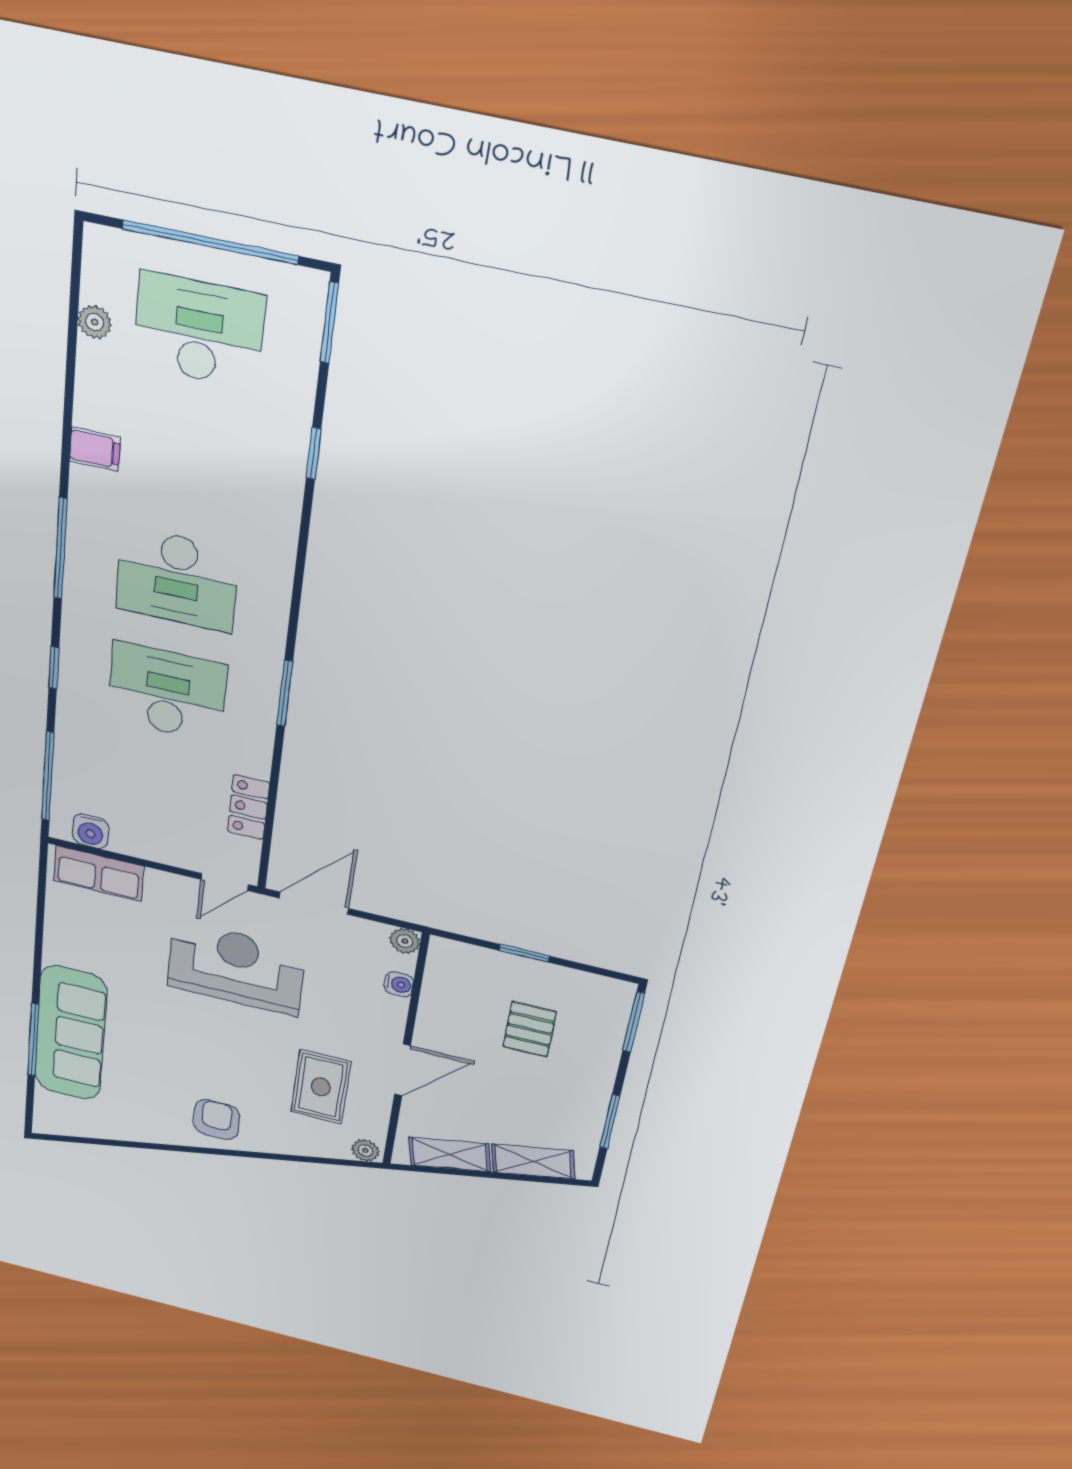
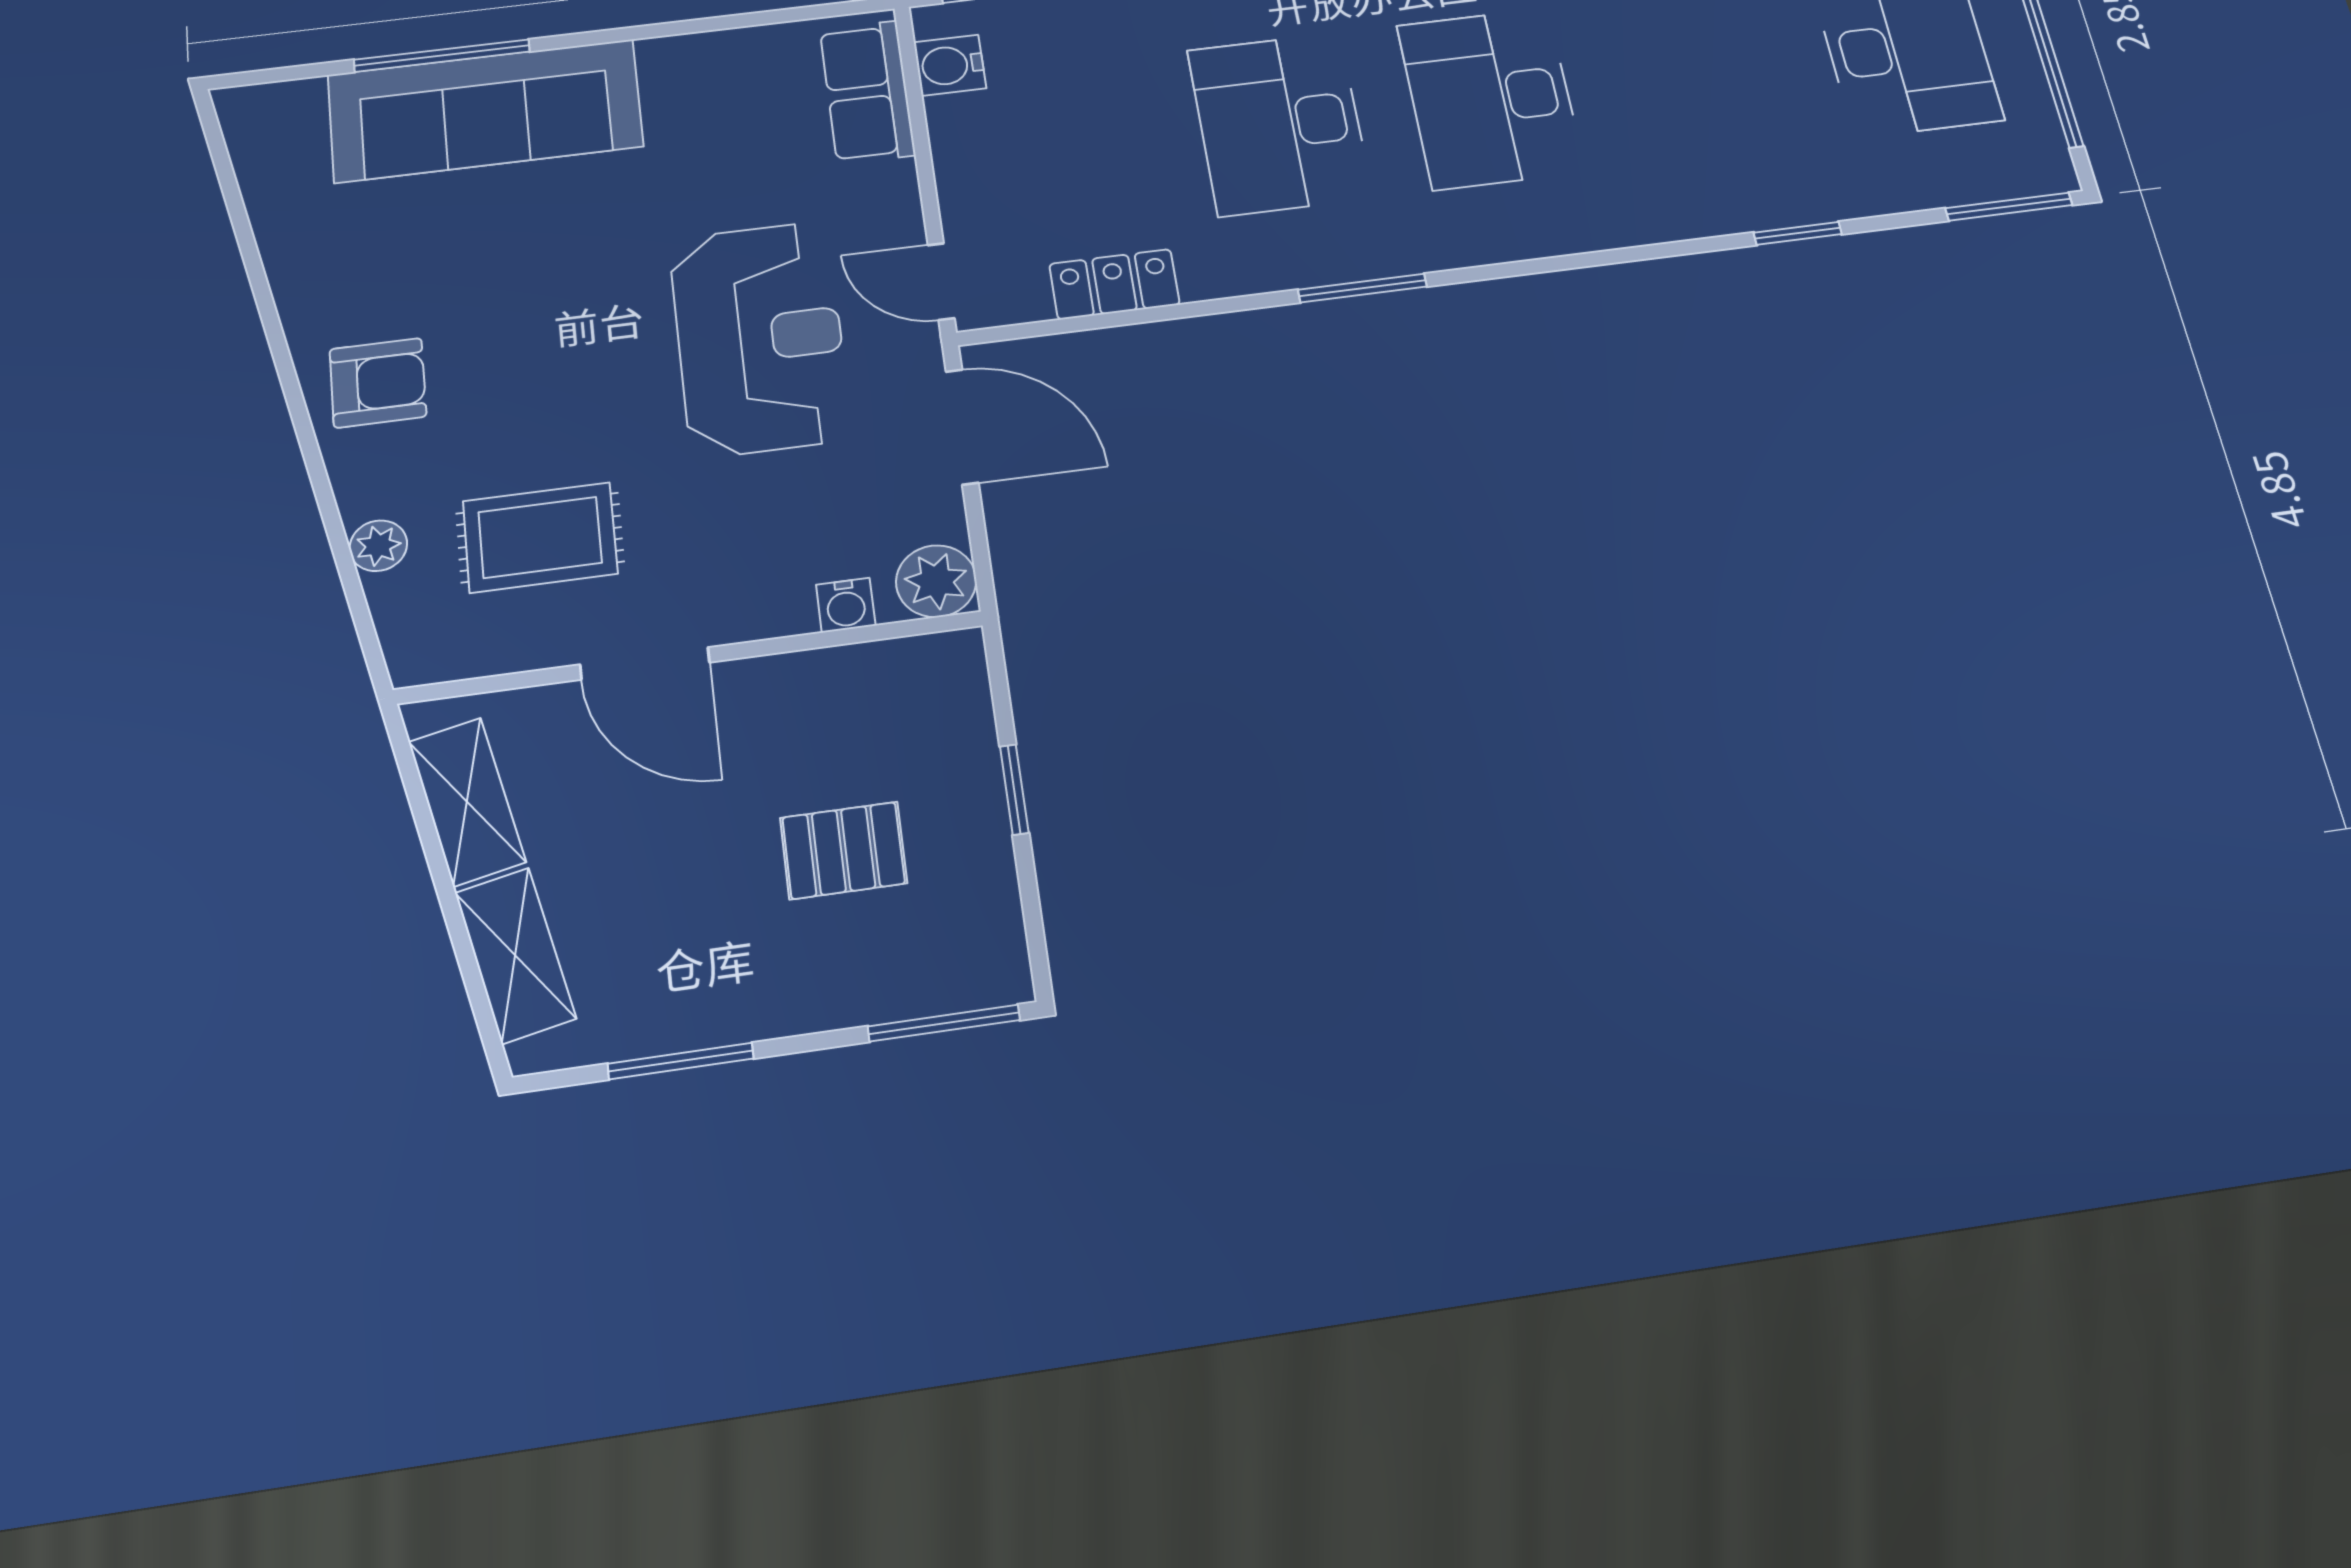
desk: (167, 692) -> (1280, 124), turned 180
plant: (405, 941) -> (936, 581), width x1.38, depth x1.38
plant: (365, 1150) -> (378, 546), moved

